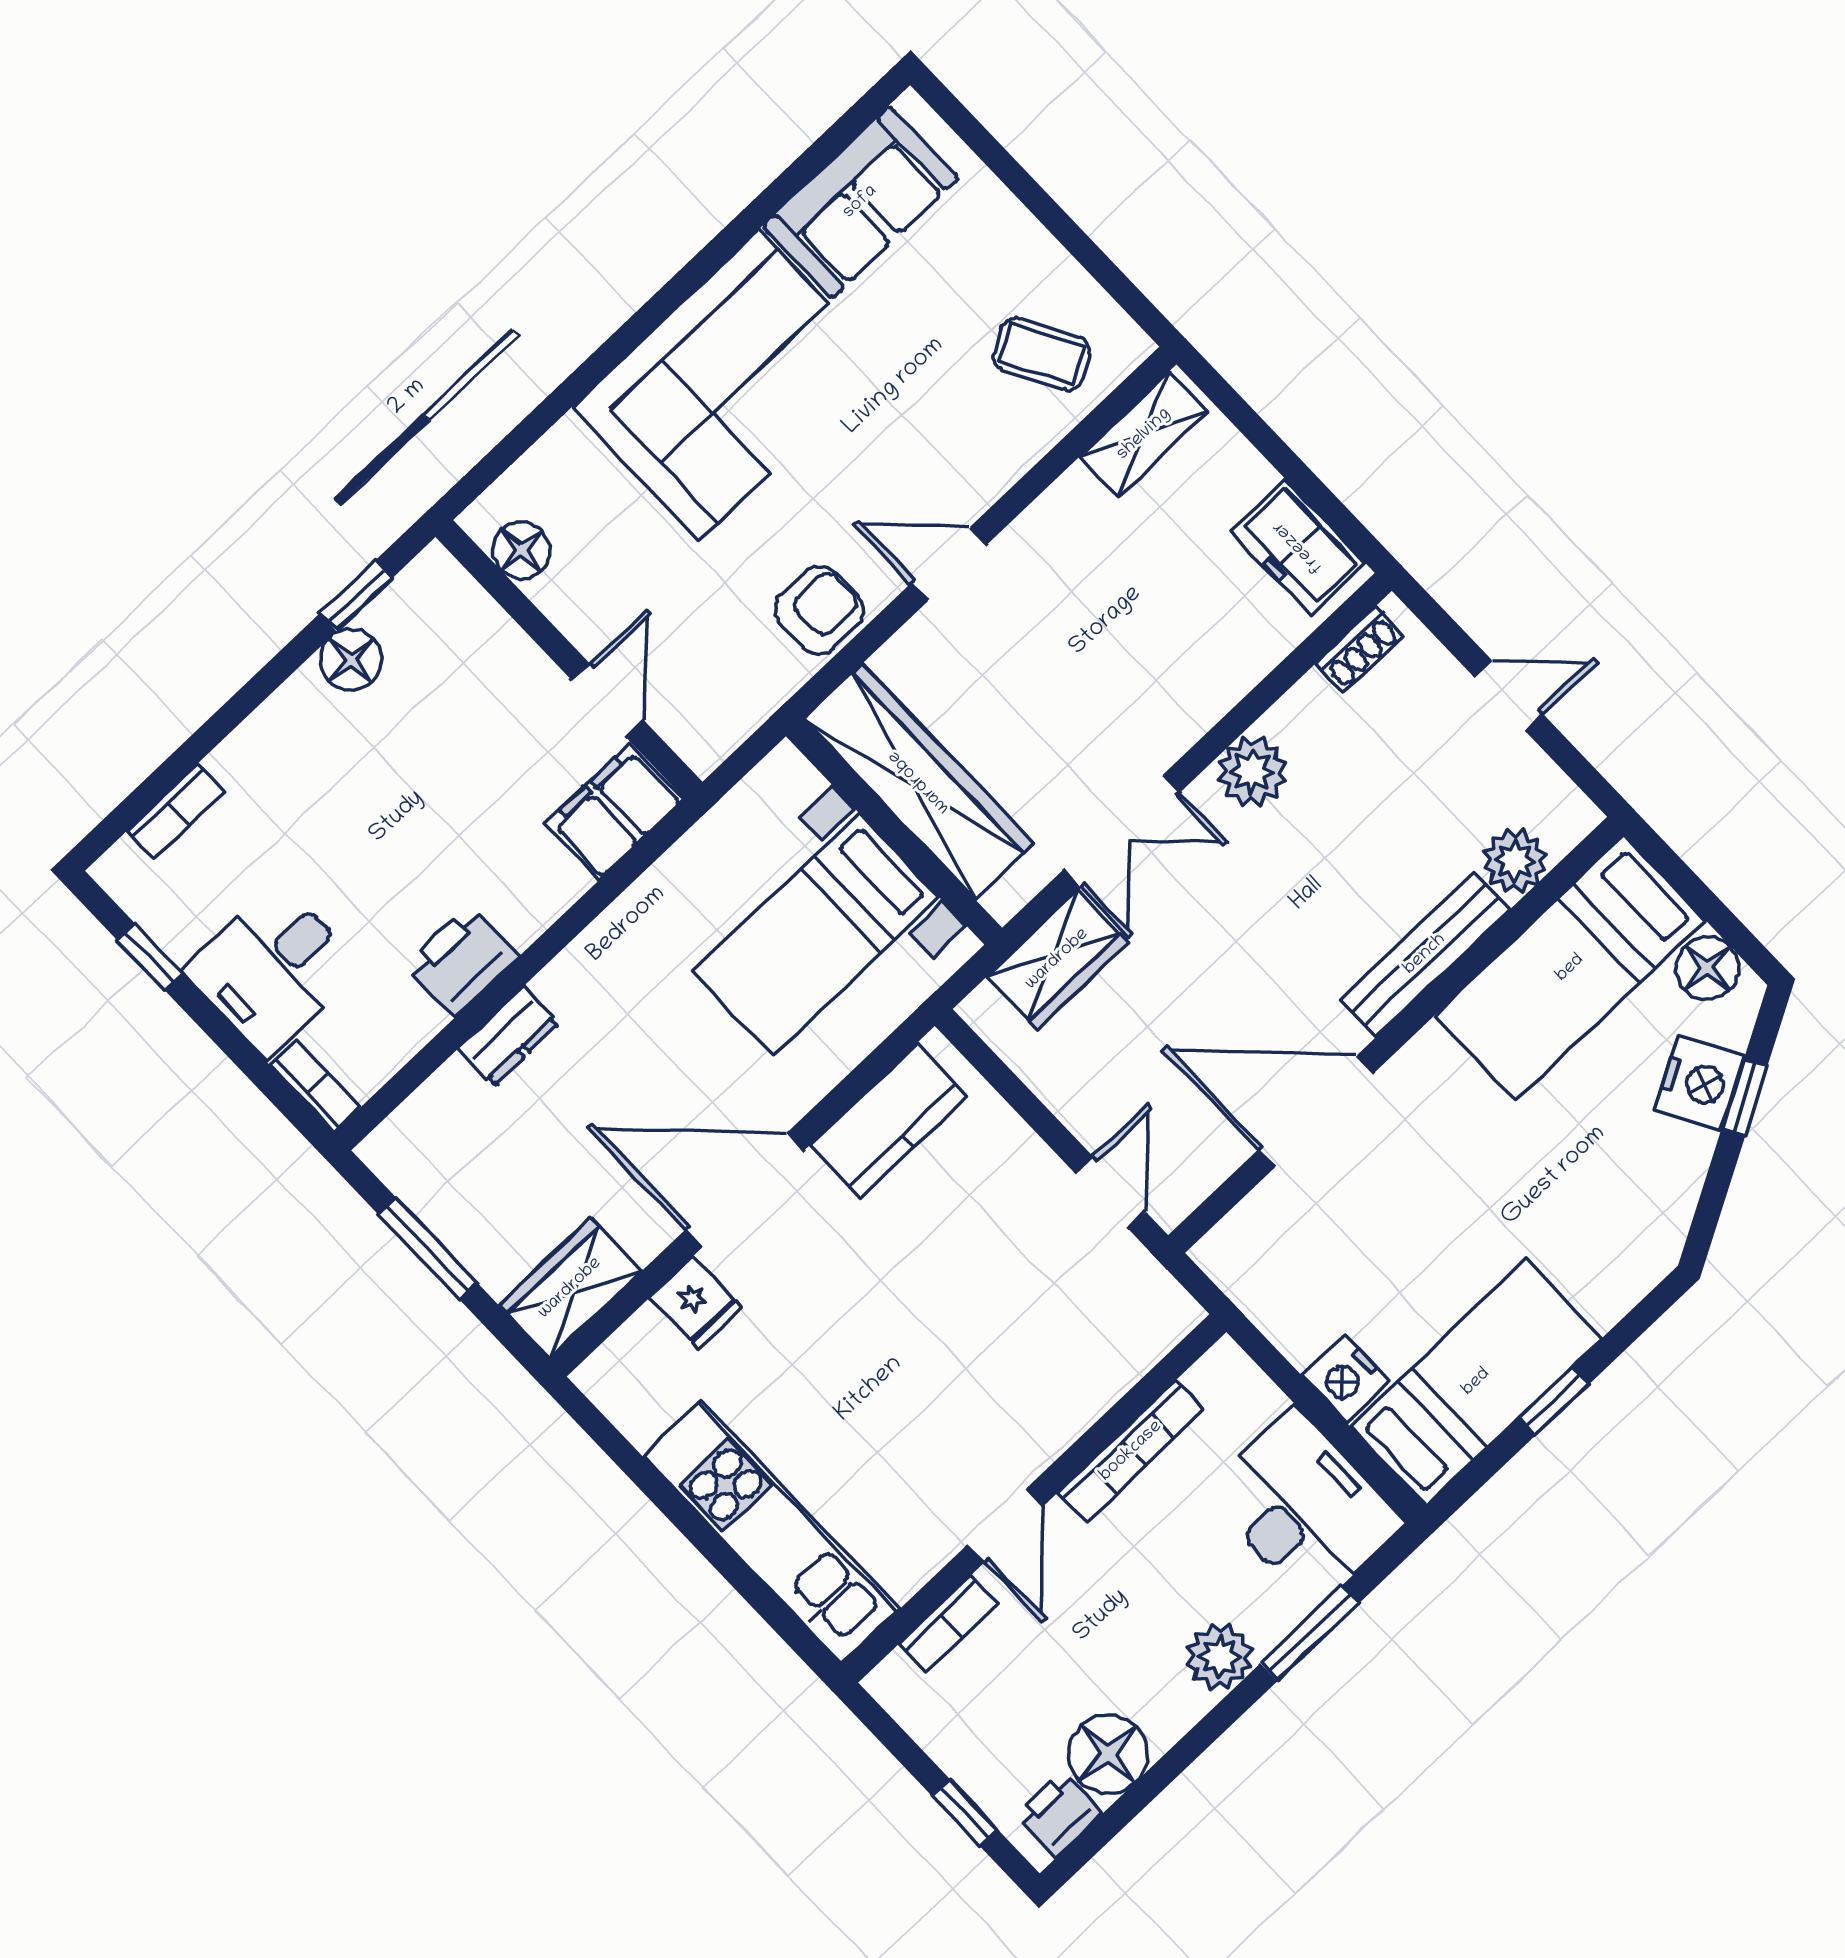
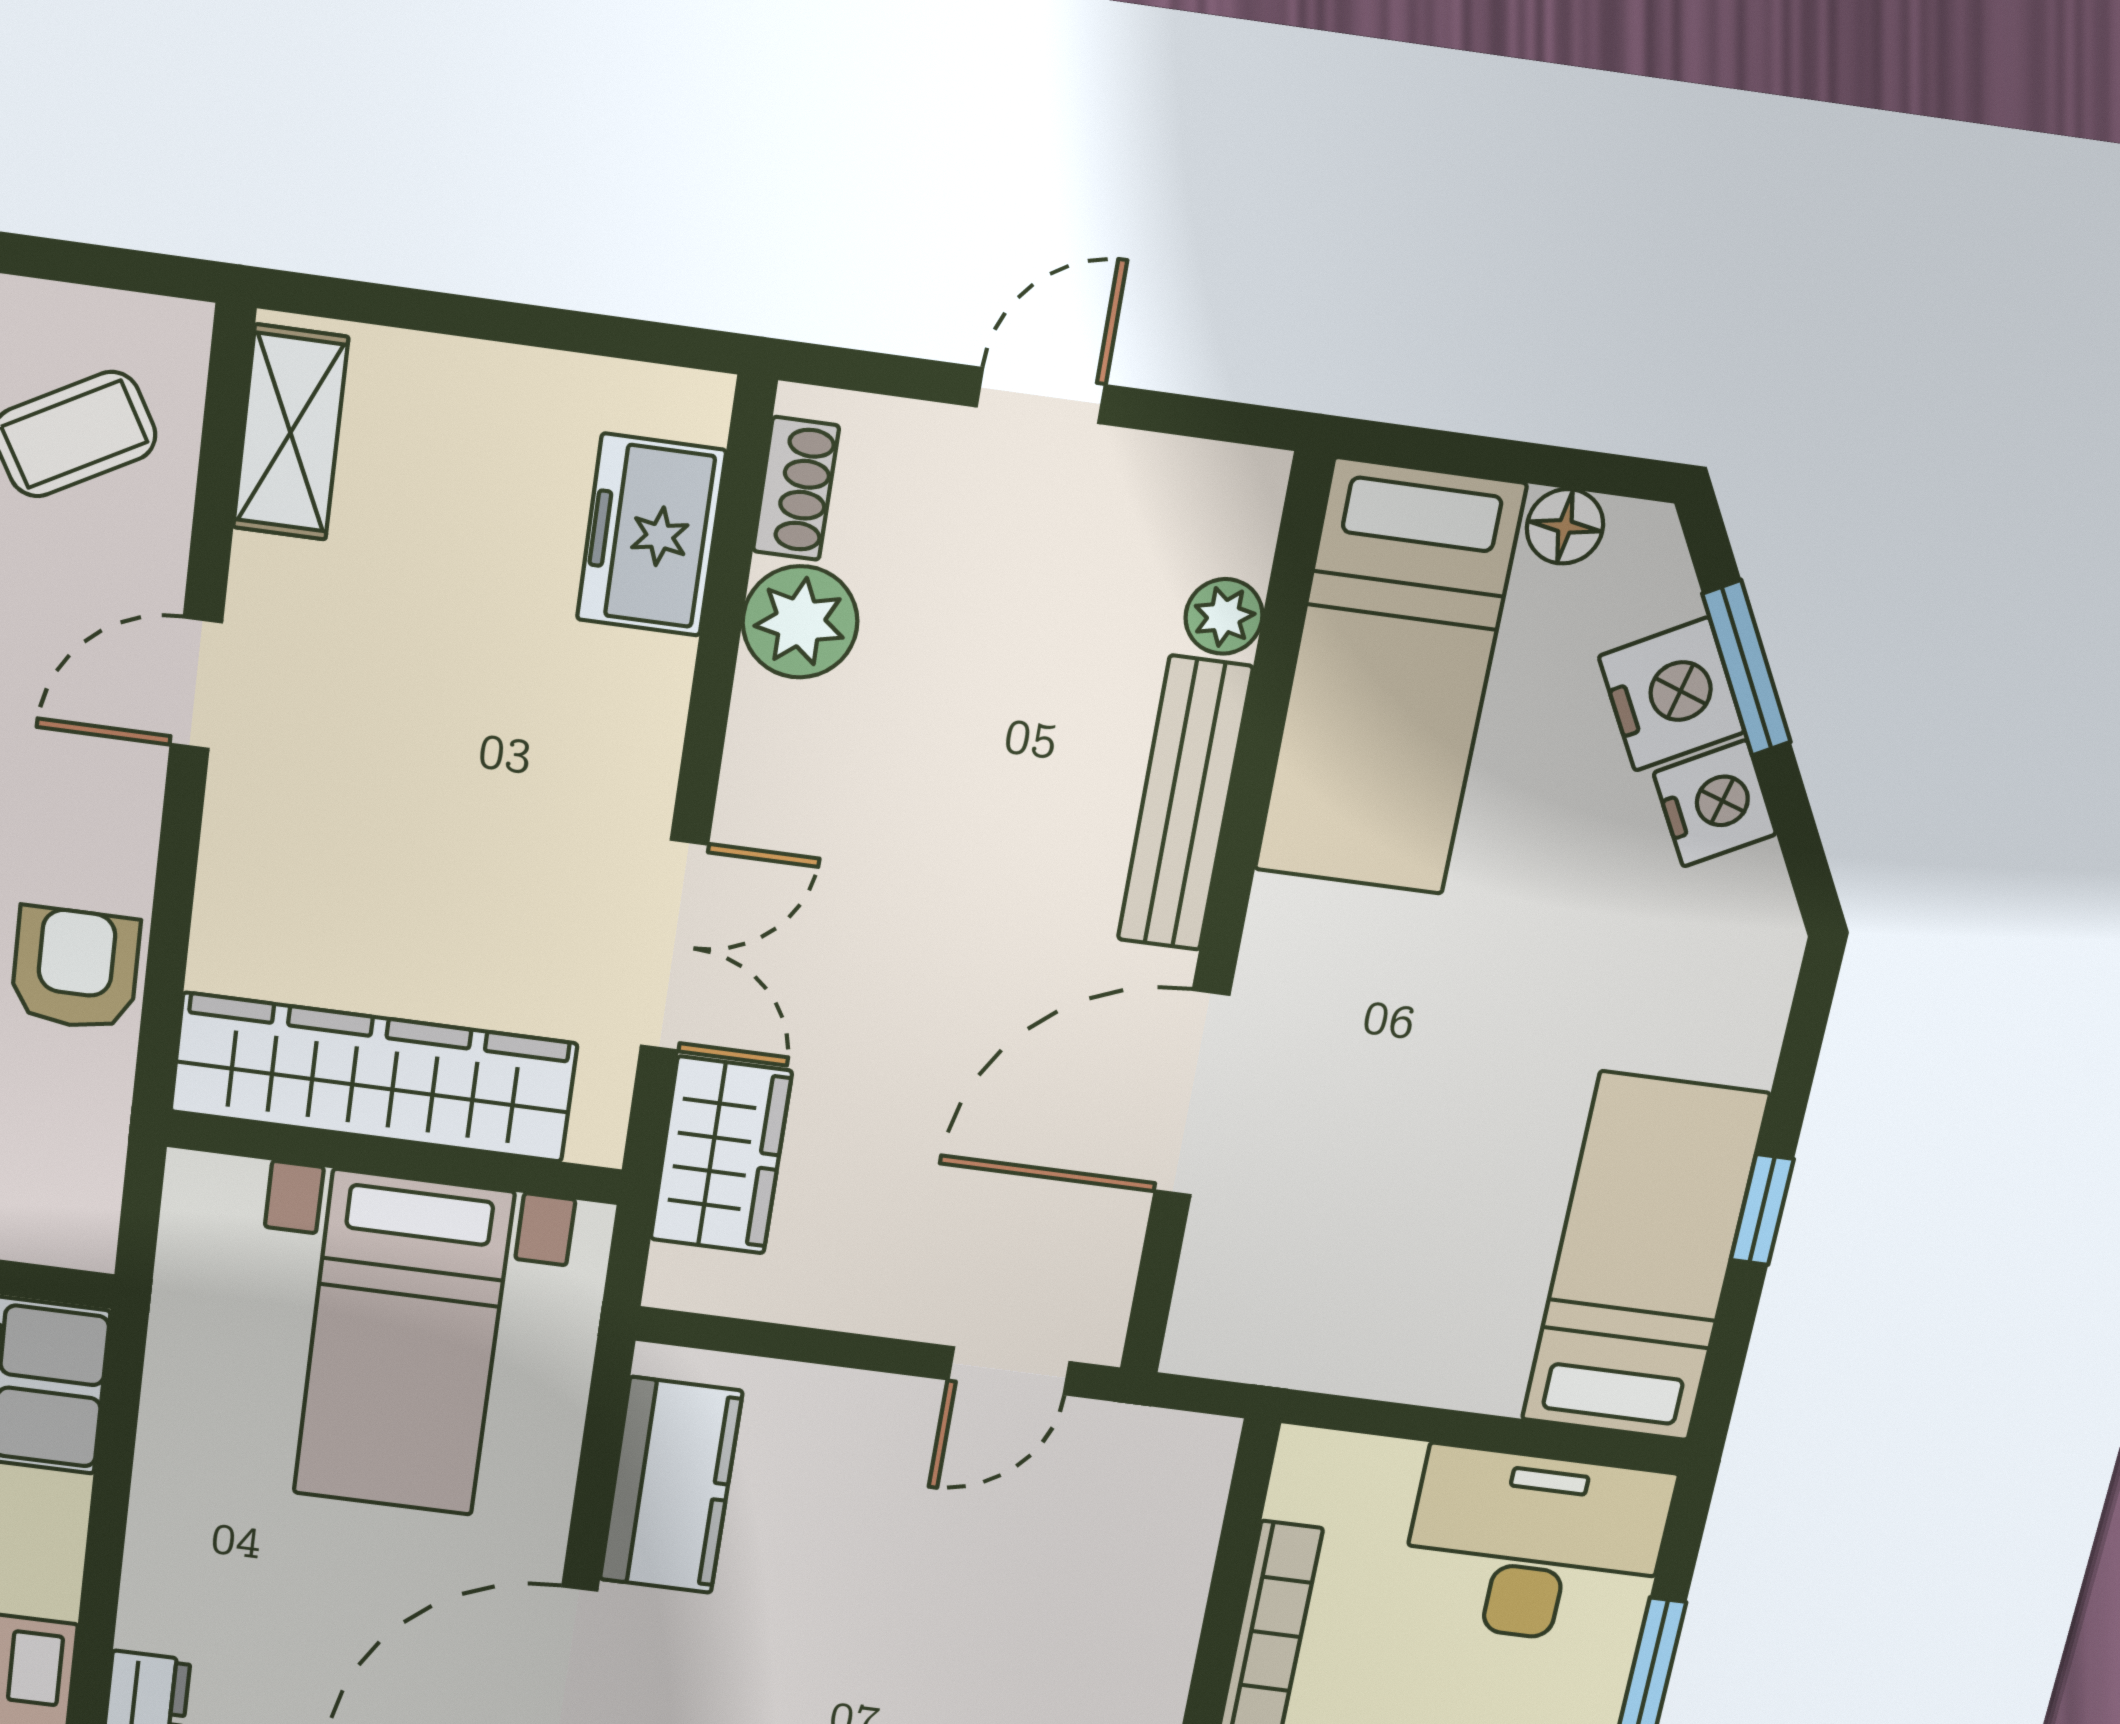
freezer: (1298, 547) -> (651, 535), moved, turned 90
door: (949, 564) -> (196, 683), moved
plant: (1252, 772) -> (800, 622), moved
plant: (1515, 861) -> (1224, 616), width x0.73, depth x0.73
floor lamp: (1708, 968) -> (1565, 526), width x0.73, depth x0.73
window: (1744, 1098) -> (1747, 668), width x1.50
door: (1110, 1193) -> (1009, 1371), swing flipped
nightstand: (1346, 1379) -> (1715, 804), moved, turned -119

